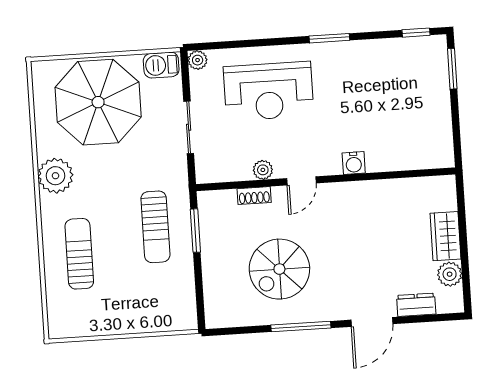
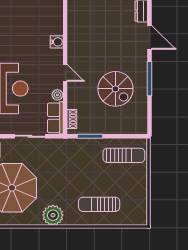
row of seats: (223, 169) -> (55, 118), added
shoe rack: (254, 196) -> (72, 119), moved
sun lounger: (155, 227) -> (124, 155), moved

